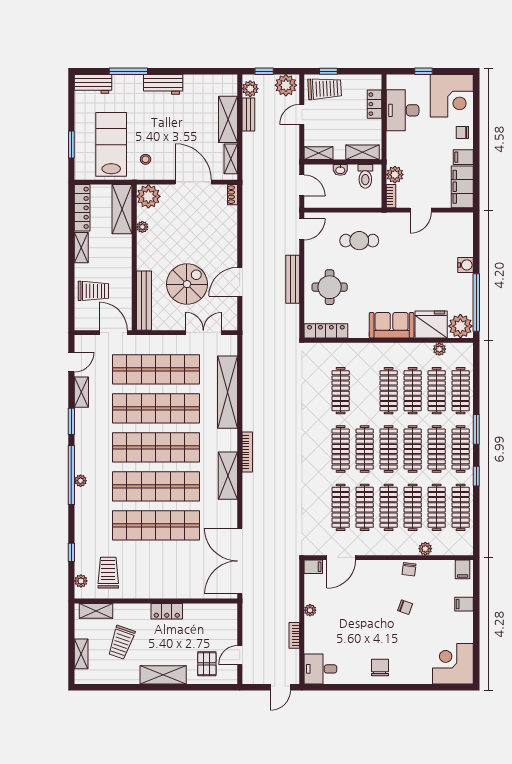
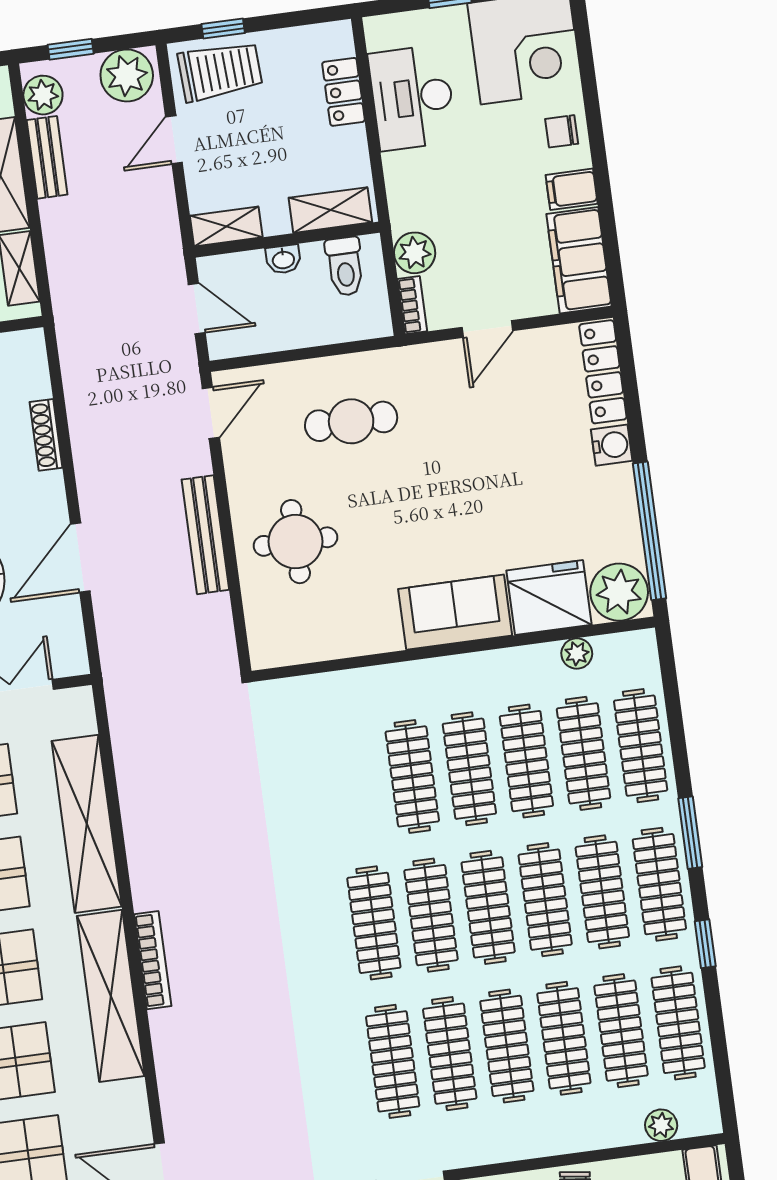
shoe rack: (232, 195) -> (46, 435), moved, width x1.43
locker: (326, 331) -> (603, 372), moved, turned -90
clothes rail: (341, 391) -> (412, 776), moved
shelving: (228, 476) -> (111, 996), width x1.47
plant: (425, 549) -> (661, 1125), moved

